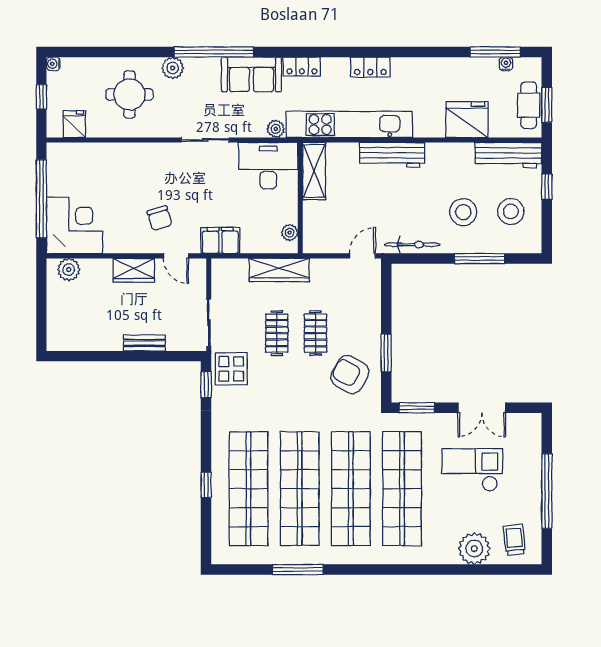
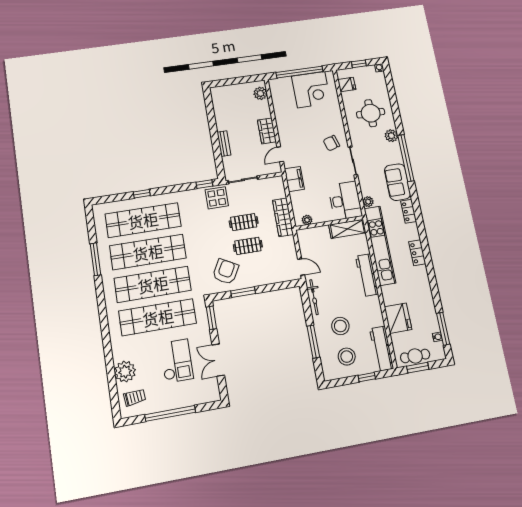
chair: (160, 218) -> (331, 143), moved
corner desk: (75, 225) -> (311, 90), moved

